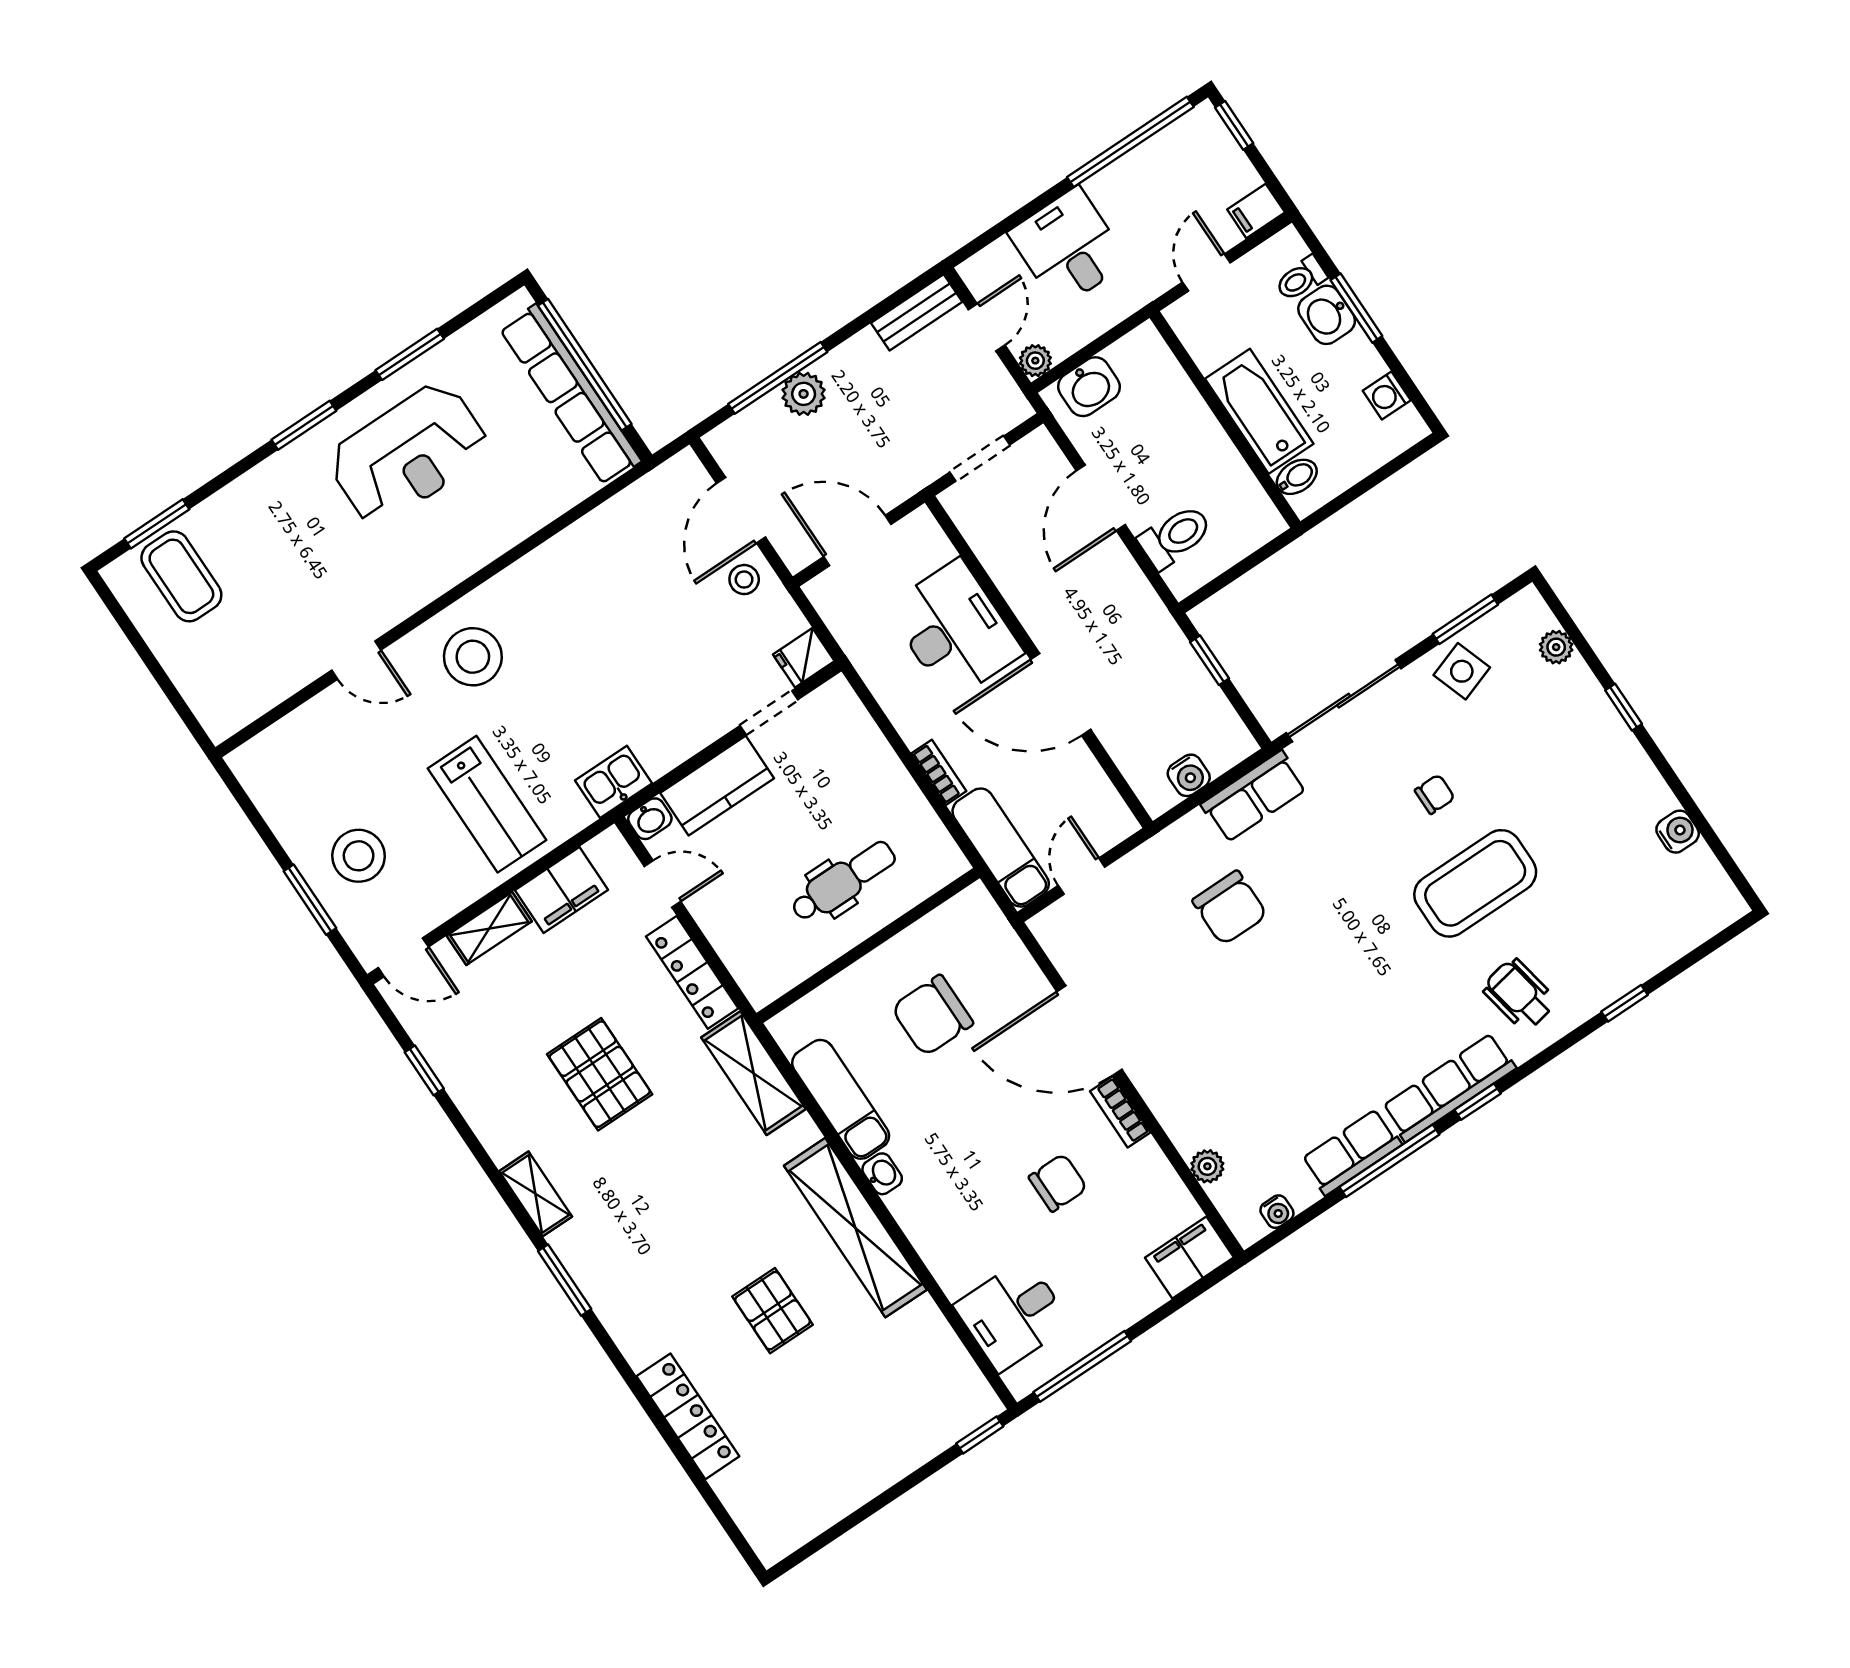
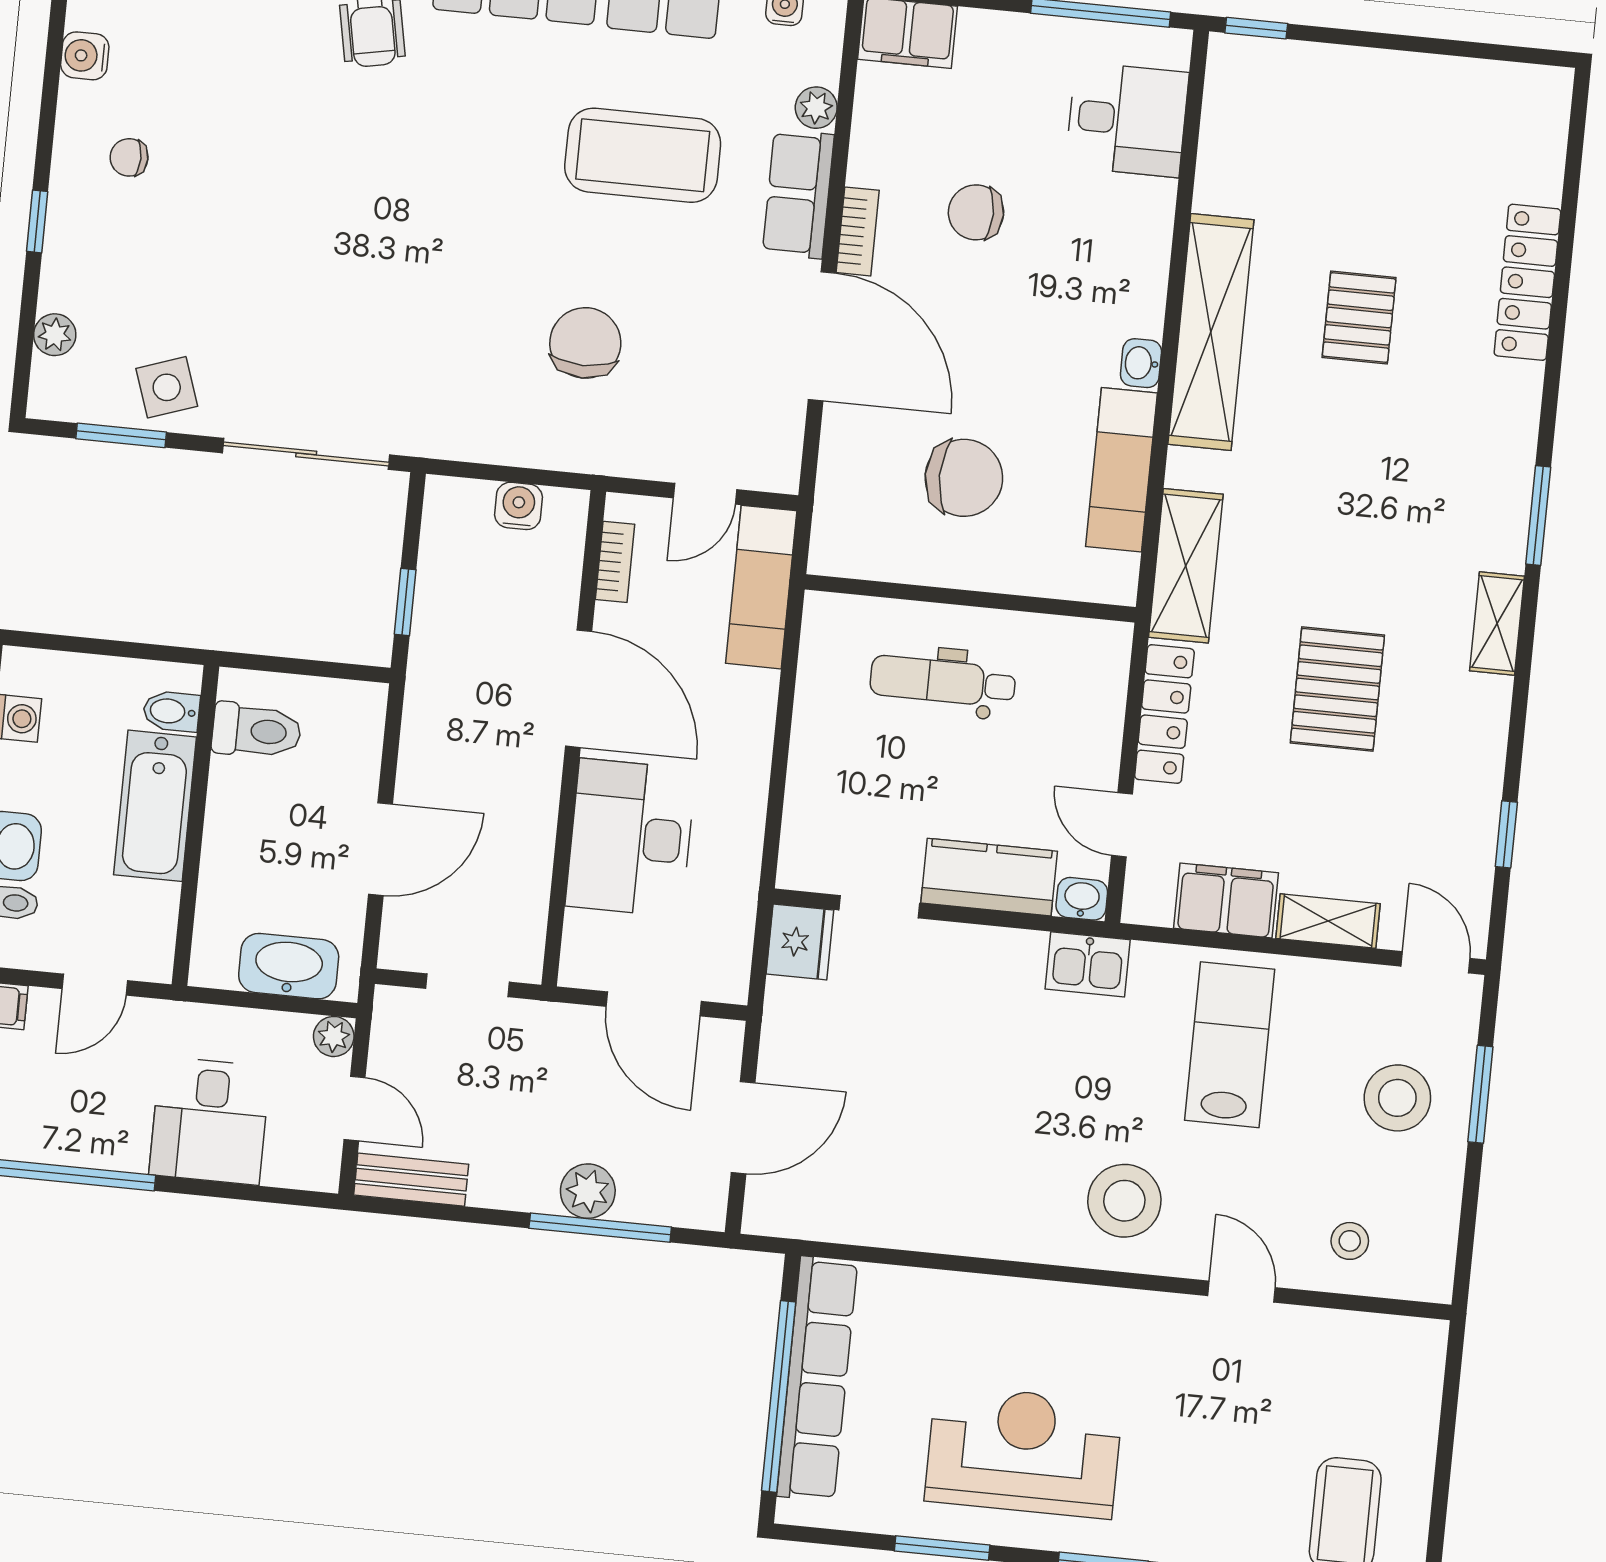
door: (987, 327) -> (355, 1109), swing flipped
washbasin: (1089, 387) -> (289, 966), width x1.38
toilet: (1175, 536) -> (257, 731), moved, turned 180
stool: (744, 580) -> (1350, 1241), moved
fridge: (804, 658) -> (800, 942), width x1.38
bookcase: (939, 772) -> (615, 562), moved, turned 180
chair: (1435, 794) -> (129, 157), moved
row of seats: (1254, 797) -> (798, 194), moved, turned -90
coffee table: (1475, 883) -> (643, 155), moved

